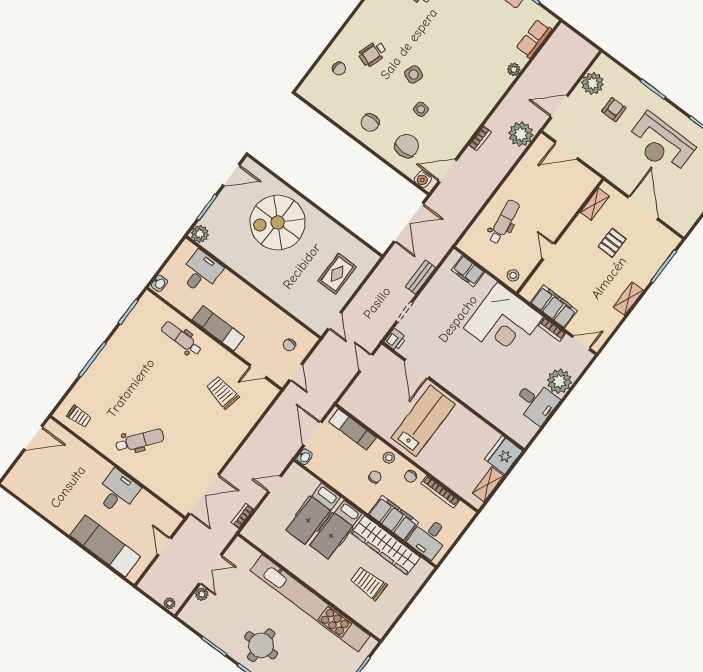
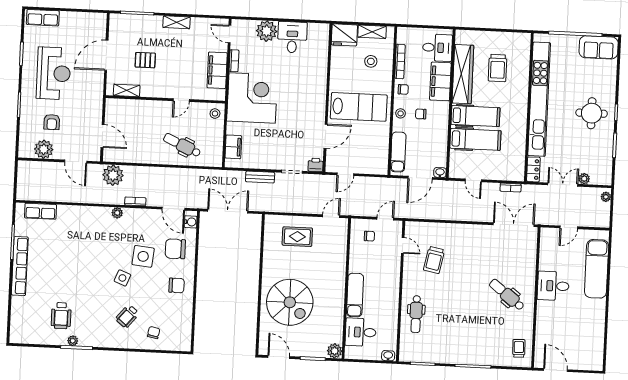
wheelchair: (373, 54) -> (127, 316), turned 111
plant: (514, 69) -> (117, 213), moved
side table: (421, 109) -> (143, 256), width x1.87, depth x1.87
armchair: (614, 110) -> (52, 122), turned -90
dental chair: (504, 222) -> (182, 145), turned 33
exam couch: (218, 328) -> (355, 295), moved, turned 180
lab bench: (423, 421) -> (359, 107), turned 180
stool: (460, 463) -> (371, 61), added
locker: (245, 551) -> (533, 169), added

